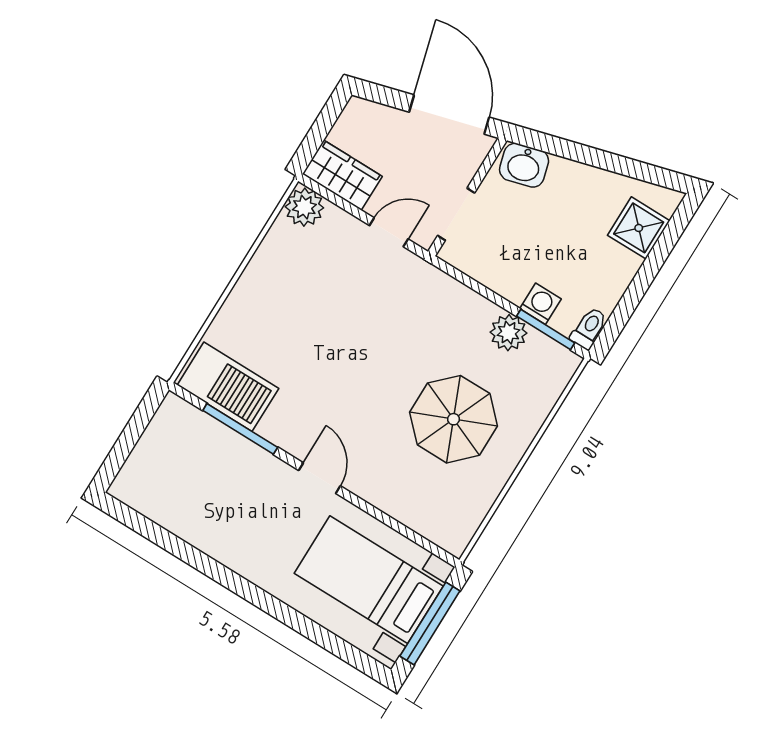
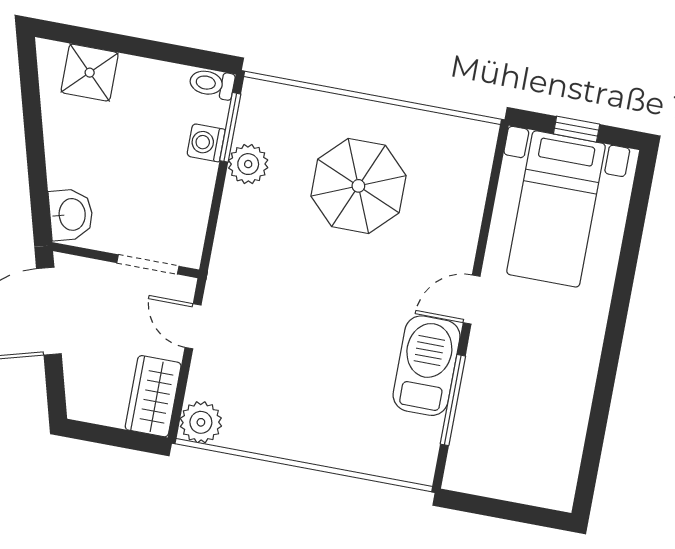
barbecue: (228, 387) -> (427, 366), moved
window: (430, 624) -> (577, 129), width x0.46

